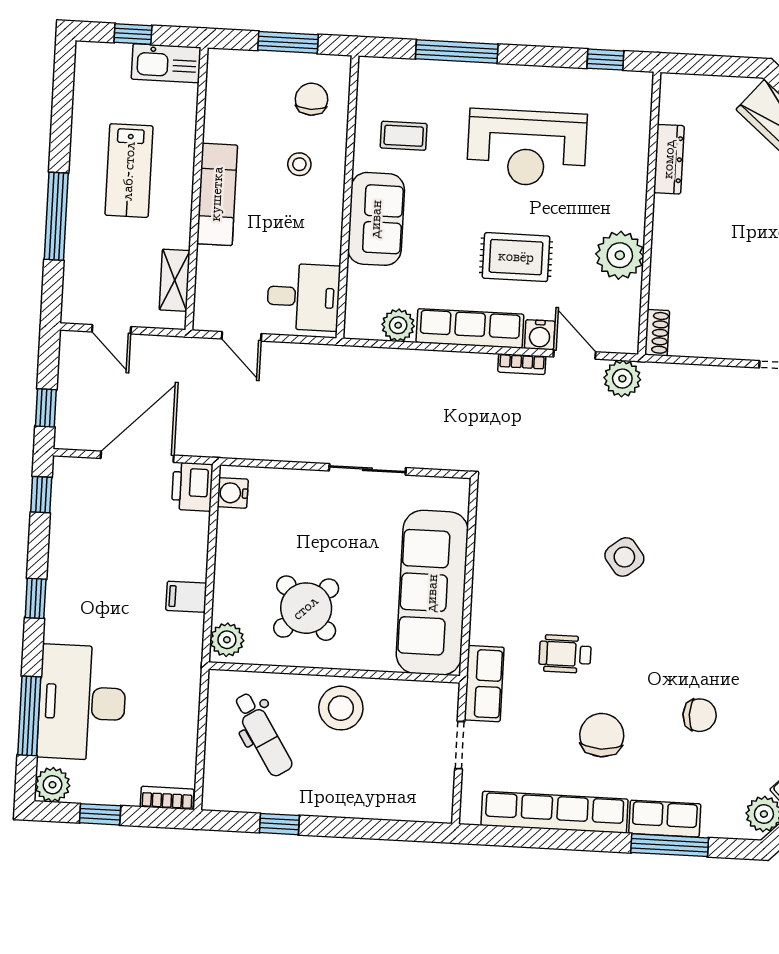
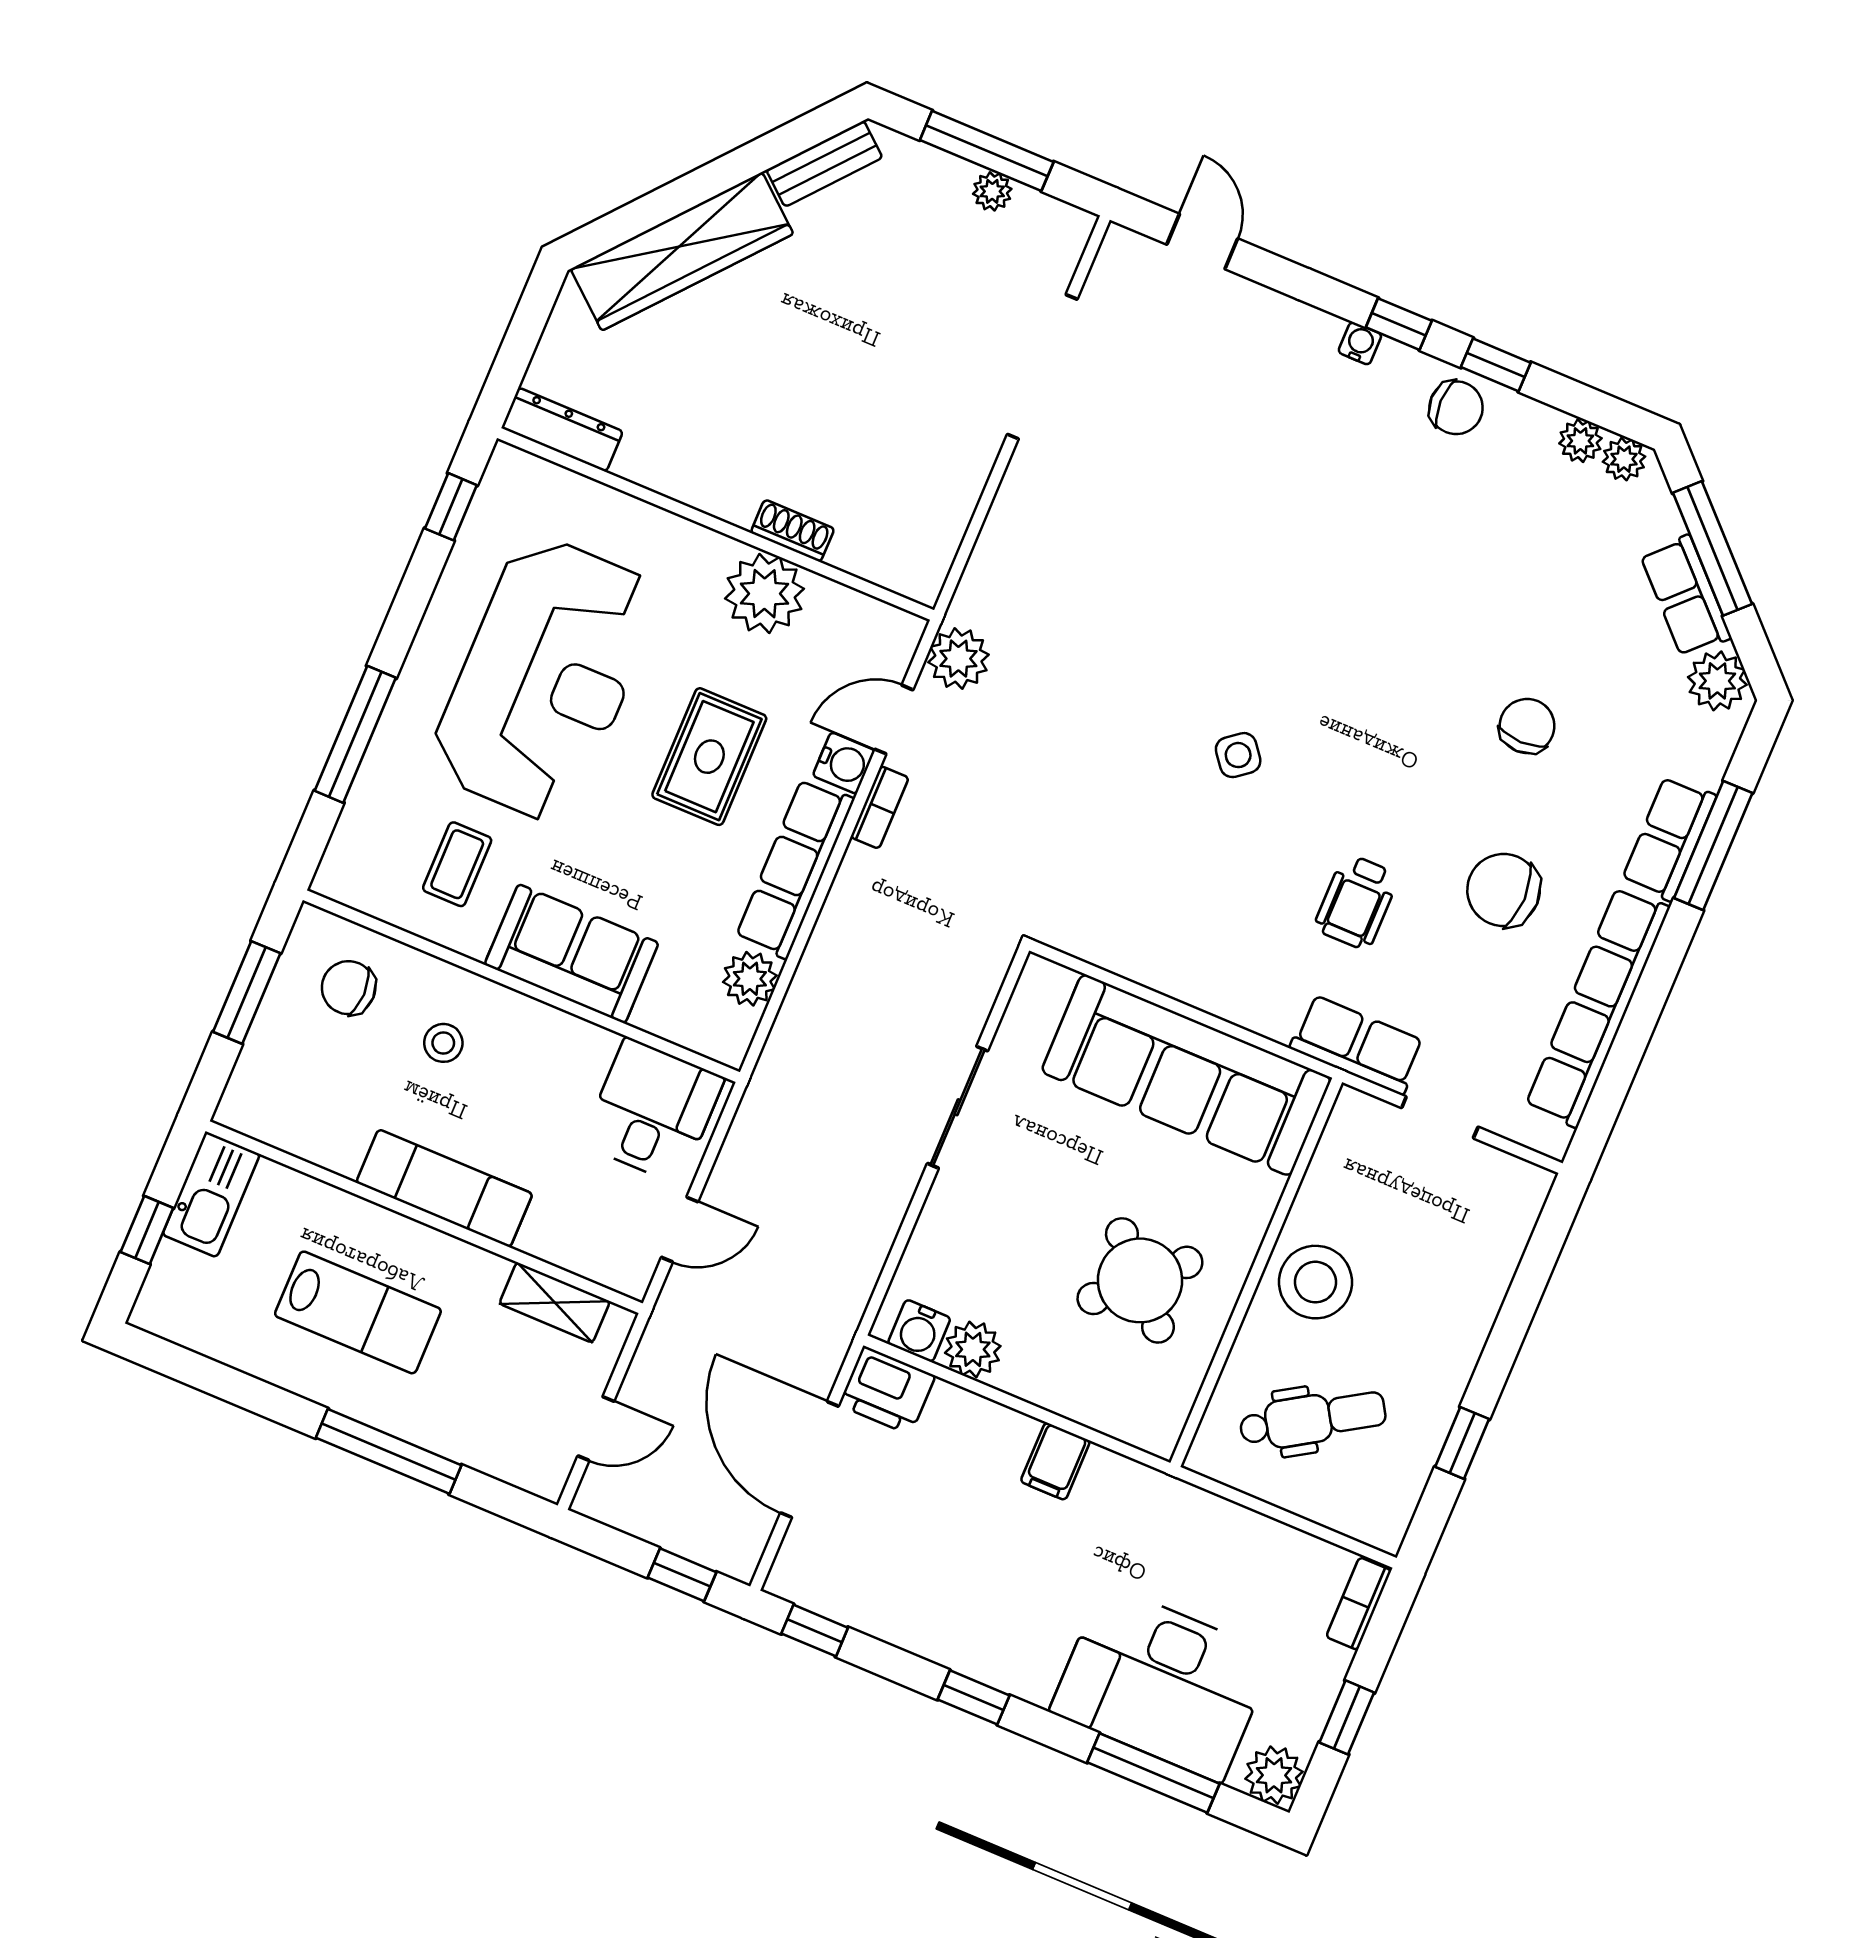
reception desk: (527, 148) -> (545, 679), width x1.36, depth x1.30
dresser: (669, 159) -> (562, 430), moved
shoe rack: (657, 333) -> (792, 531), moved
side table: (624, 557) -> (1238, 755), width x0.73, depth x0.73
plant: (227, 640) -> (973, 1349), moved

